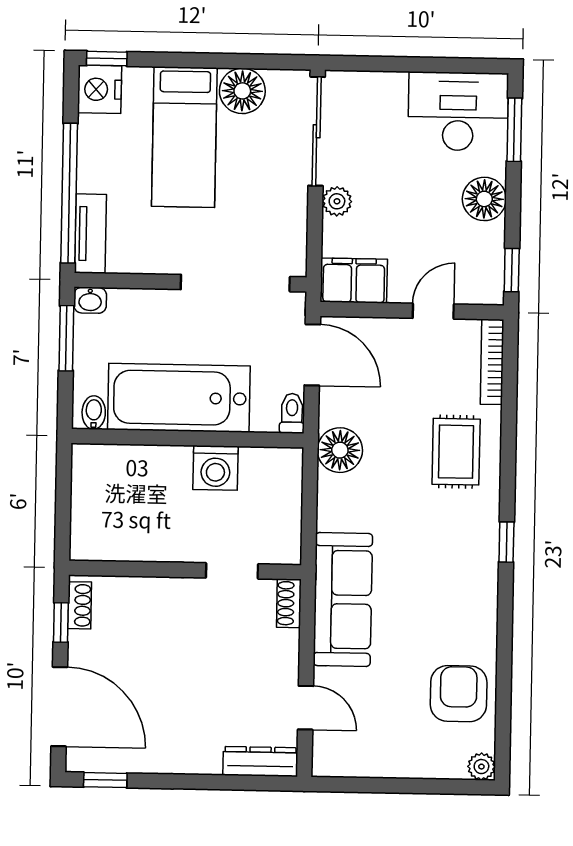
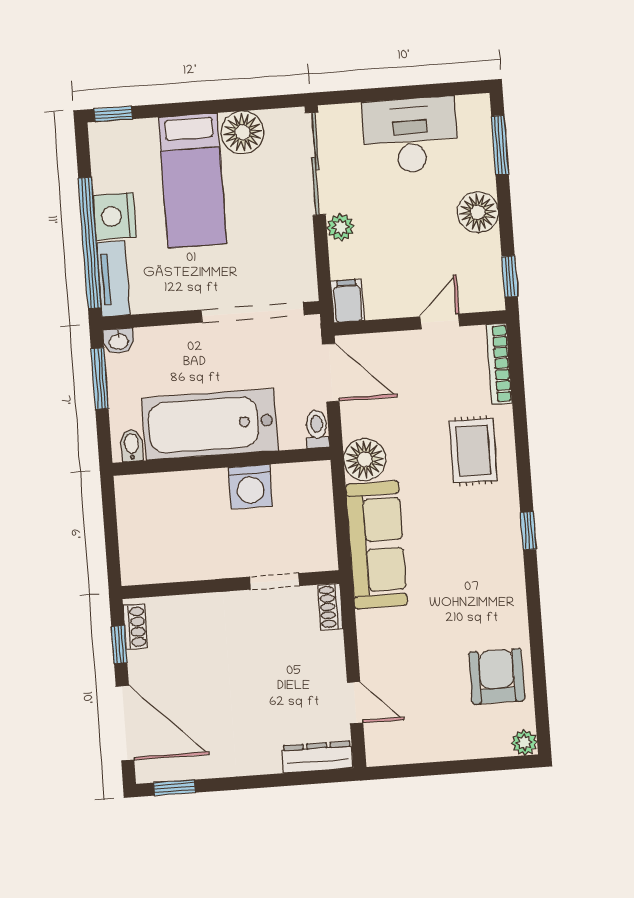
nightstand: (100, 89) -> (115, 216), moved
desk: (458, 111) -> (411, 135), moved
filing cabinet: (354, 281) -> (348, 301), width x0.50
sofa: (343, 599) -> (377, 545), moved

